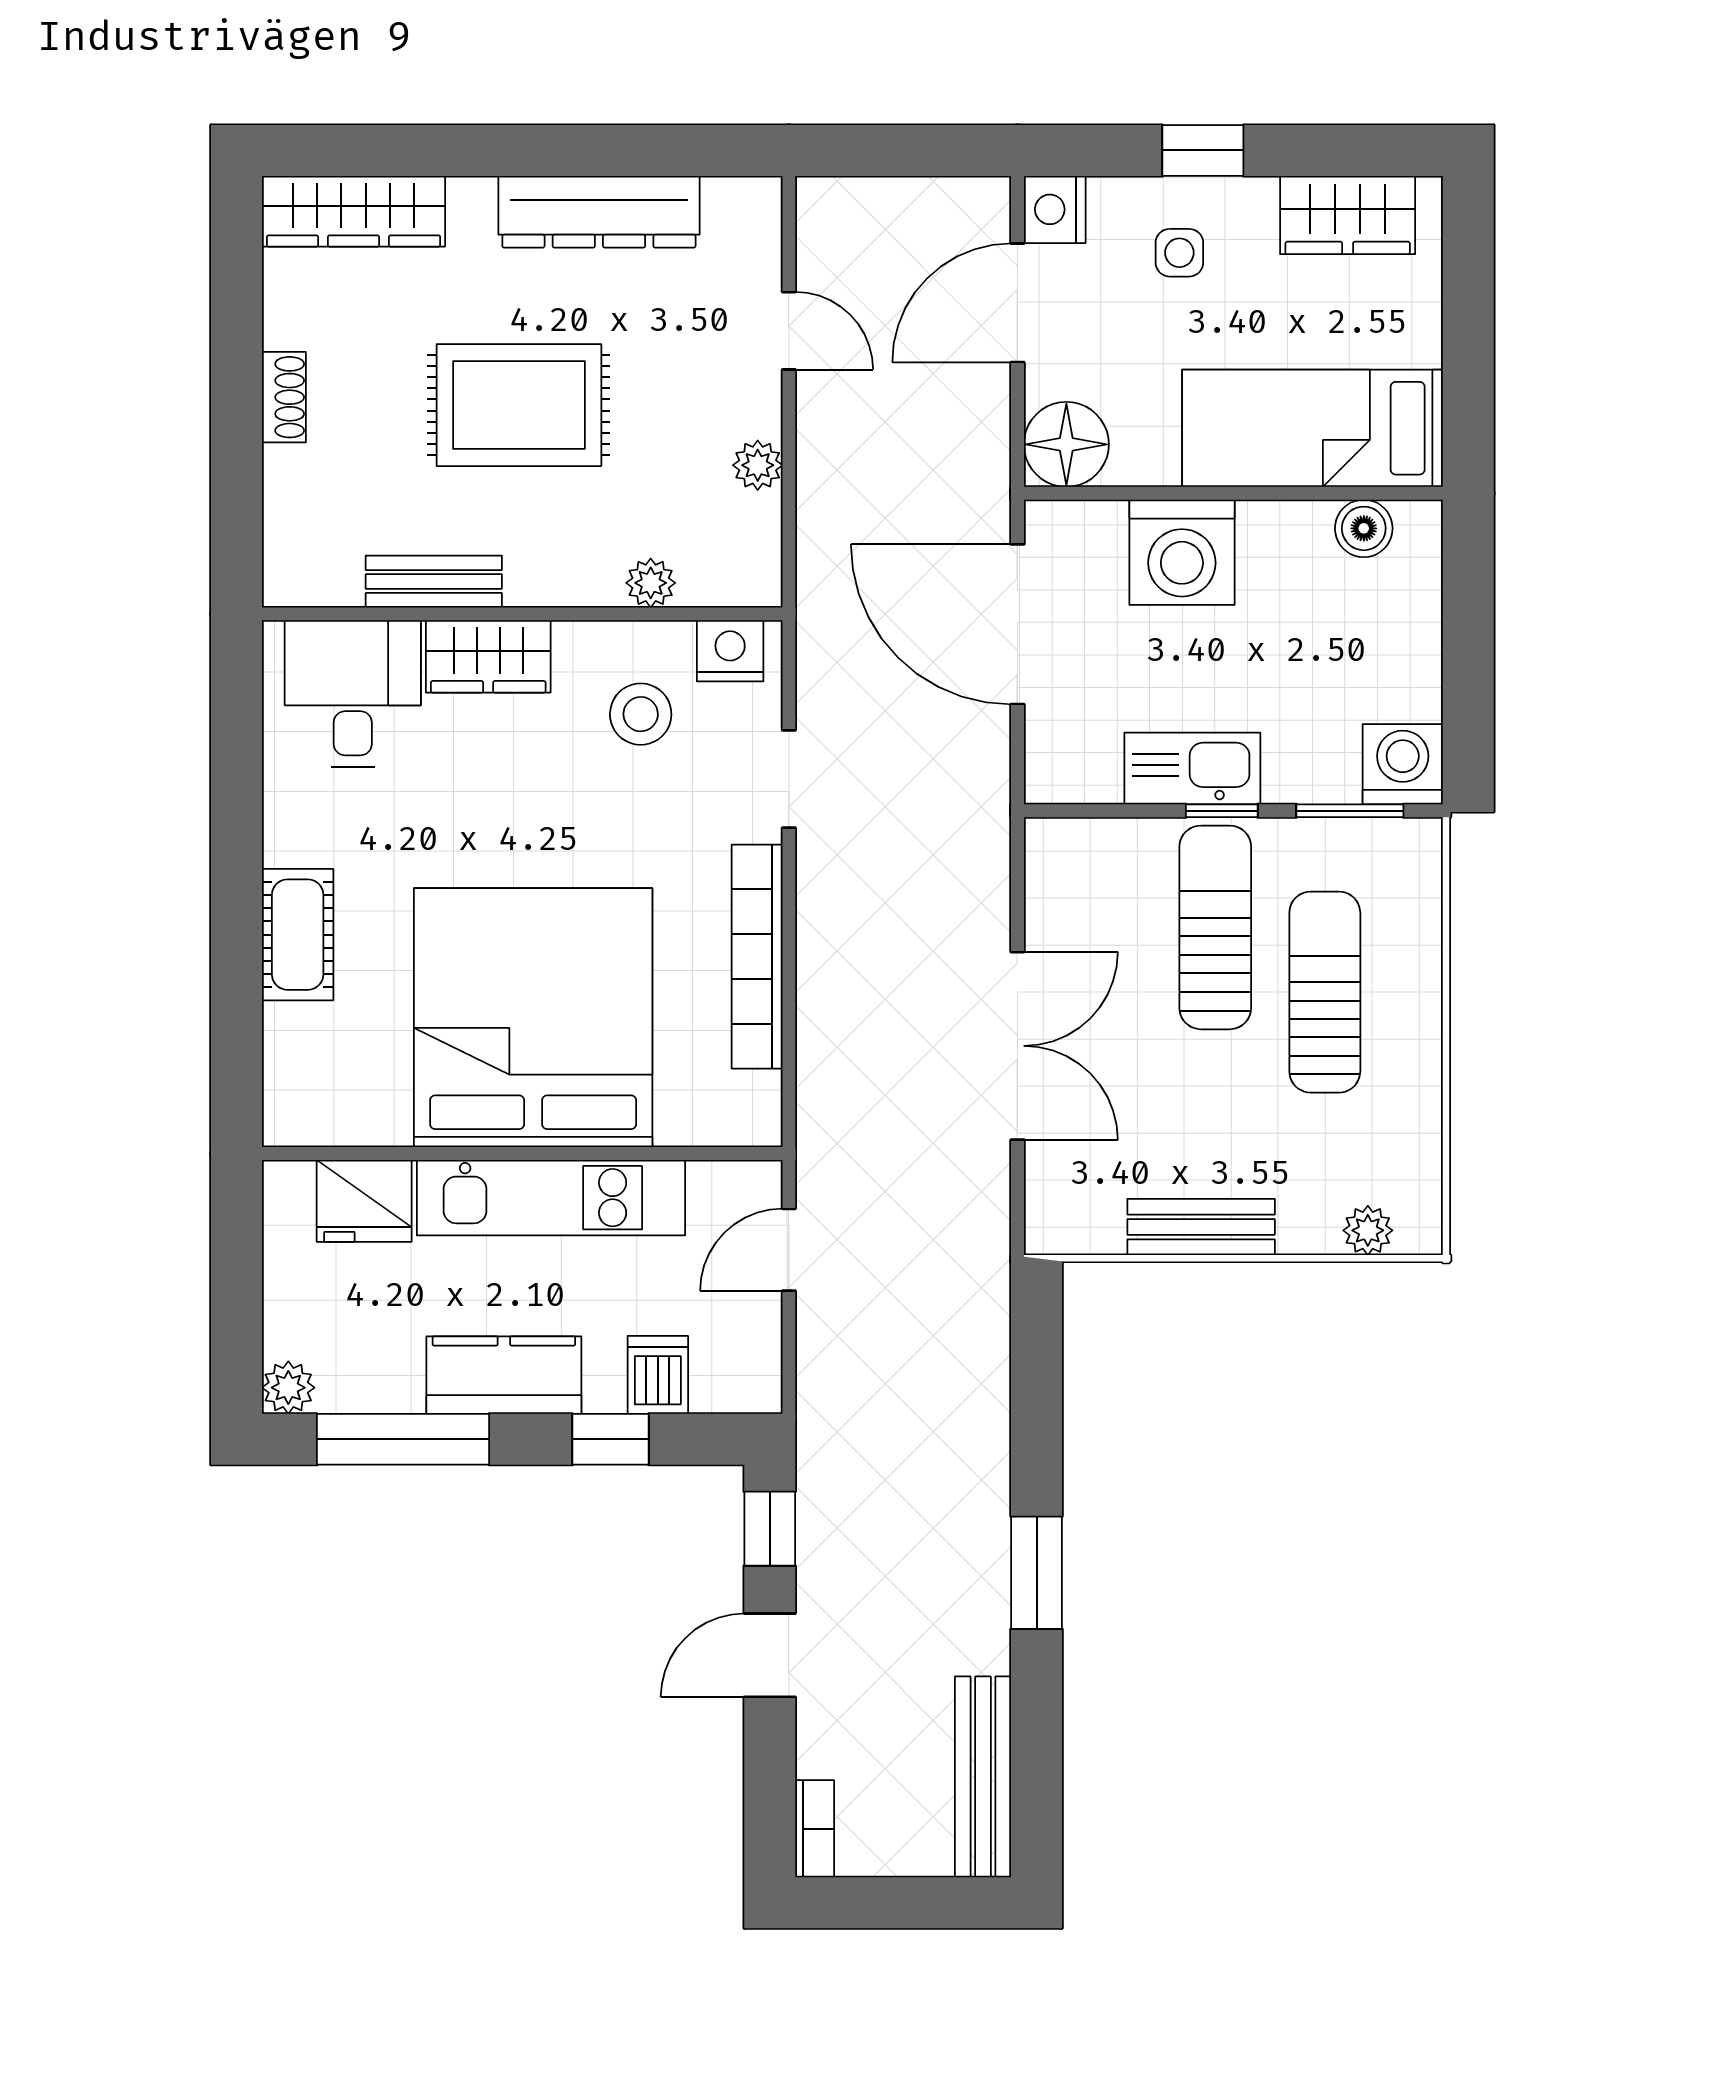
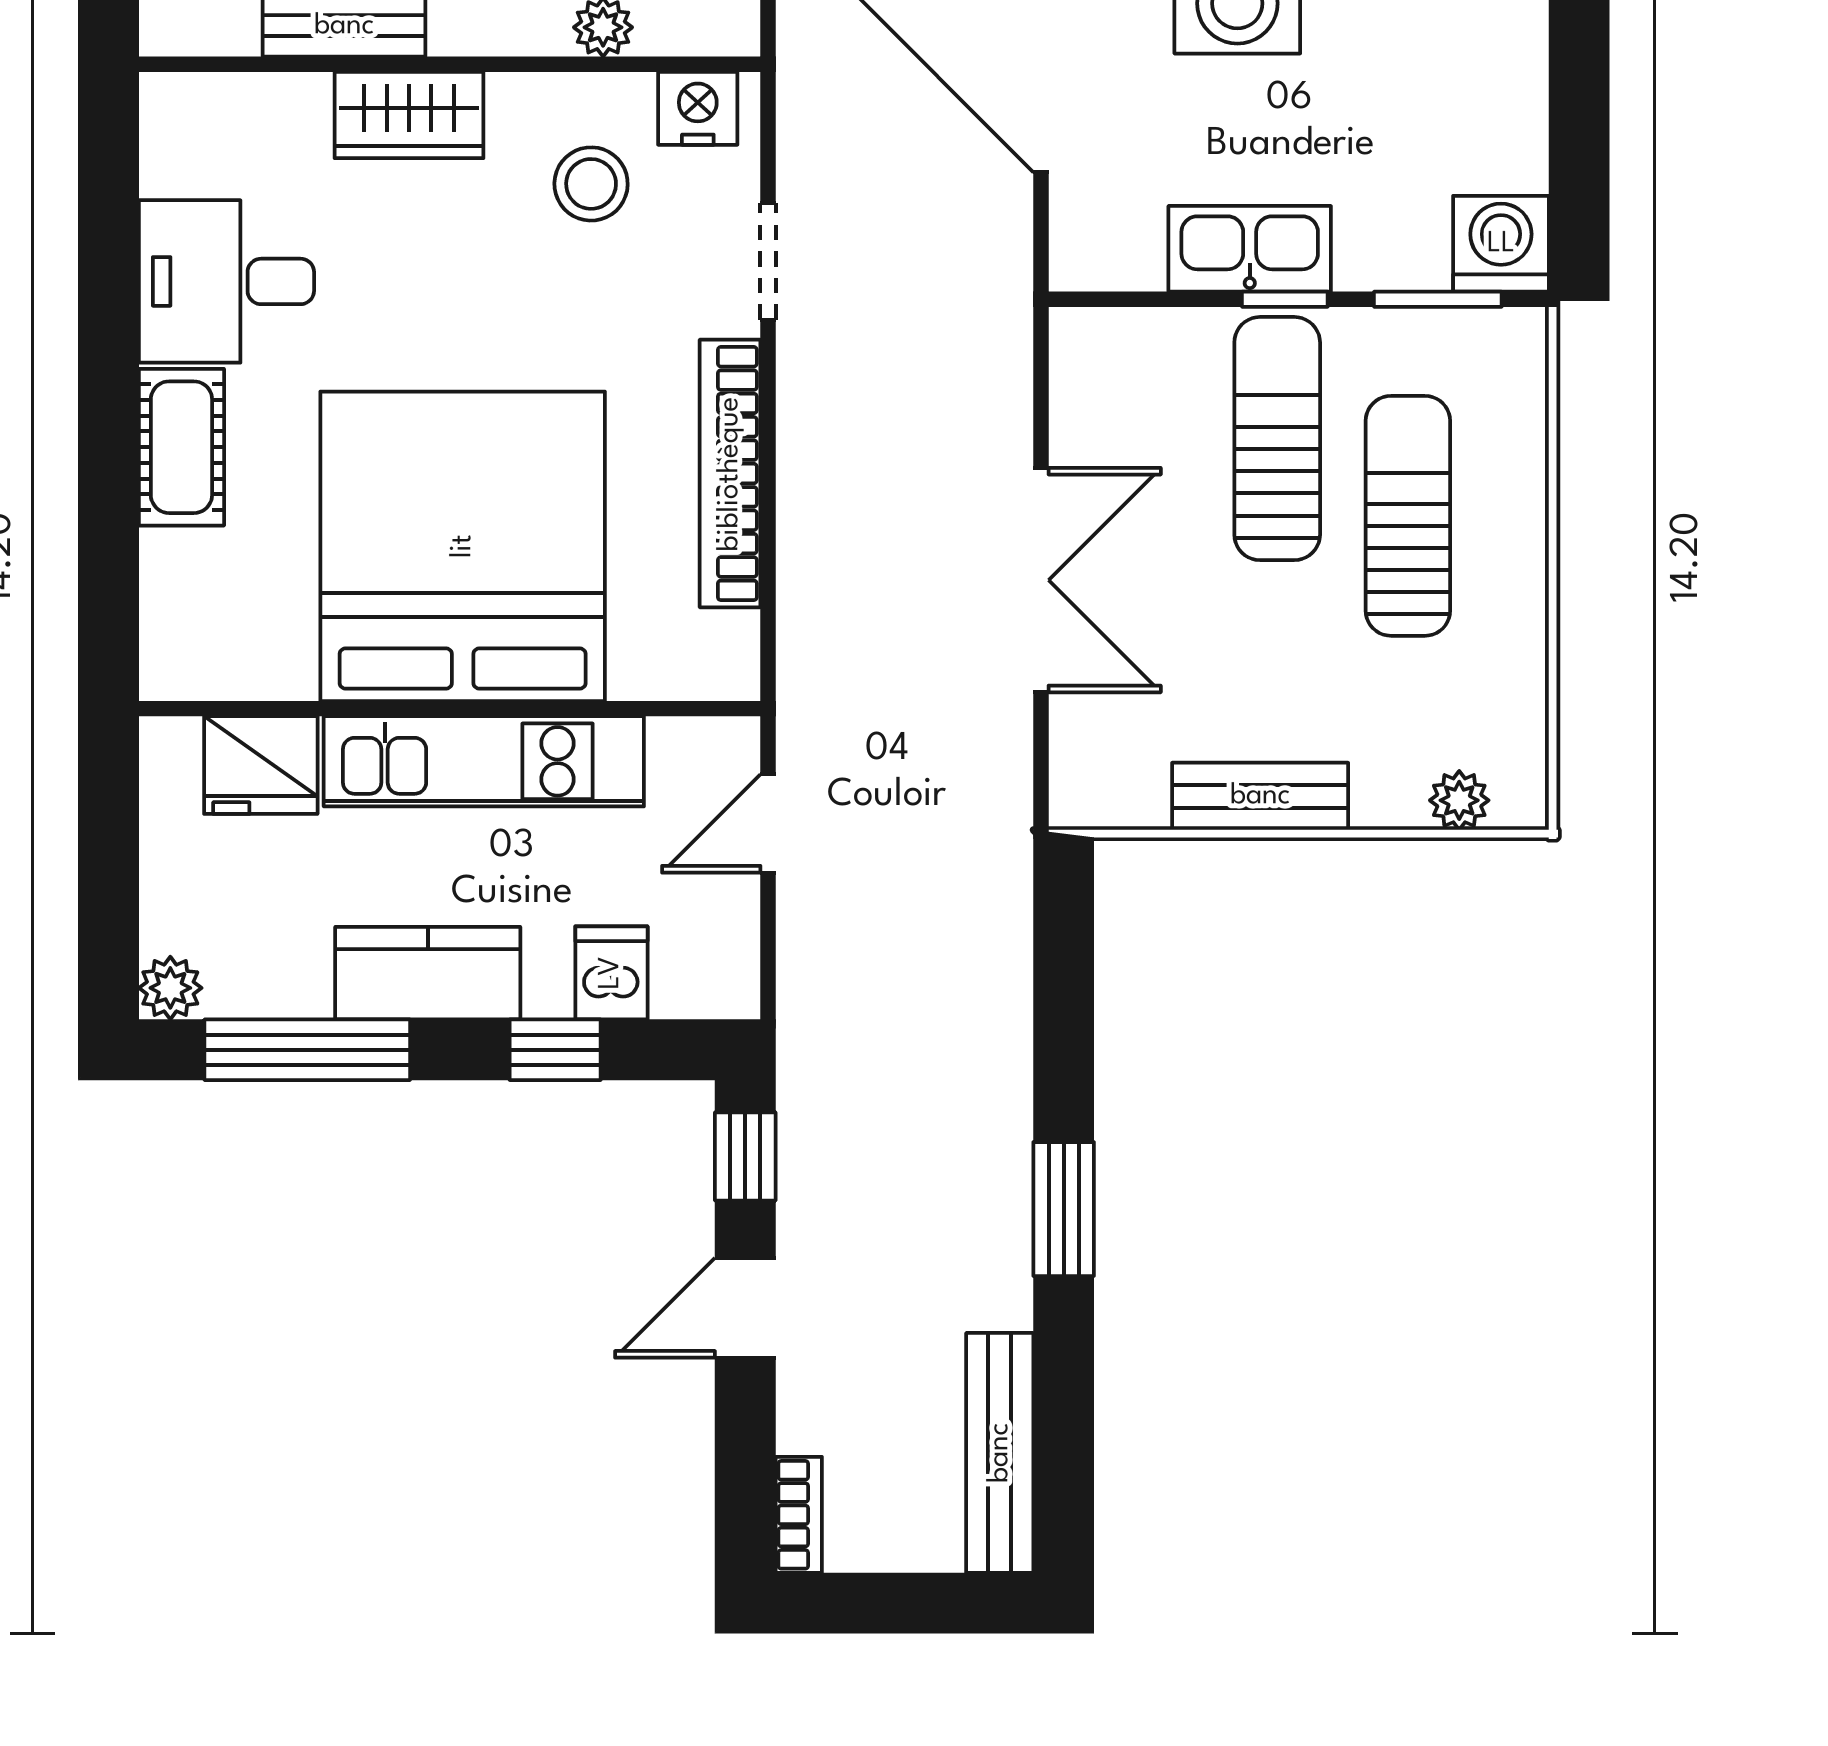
desk: (353, 694) -> (226, 281), moved, turned -90

